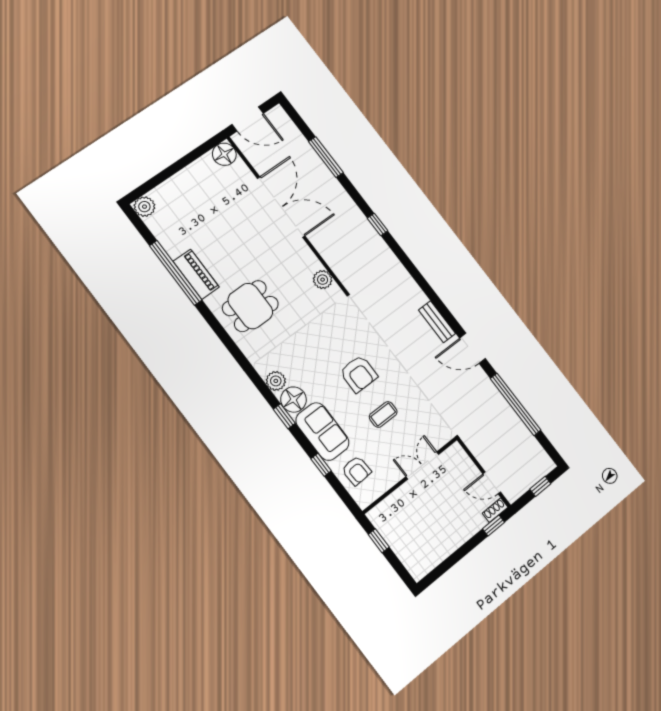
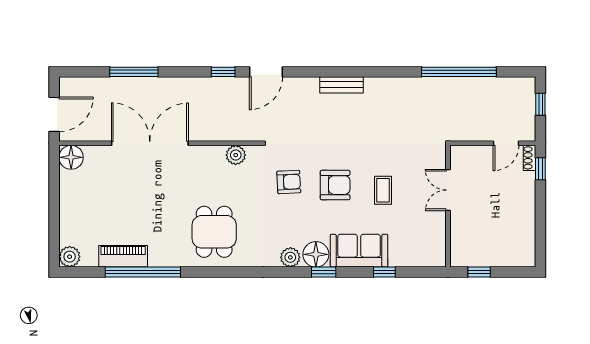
piano: (196, 274) -> (123, 256), moved
door: (472, 348) -> (266, 72), moved
armchair: (356, 471) -> (289, 182), moved

